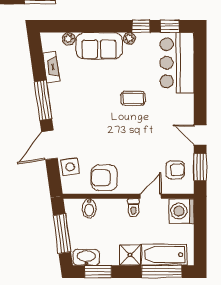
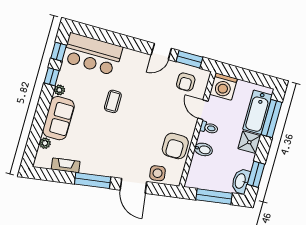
armchair: (175, 170) -> (186, 82), turned 180
bidet: (89, 208) -> (203, 149), moved

